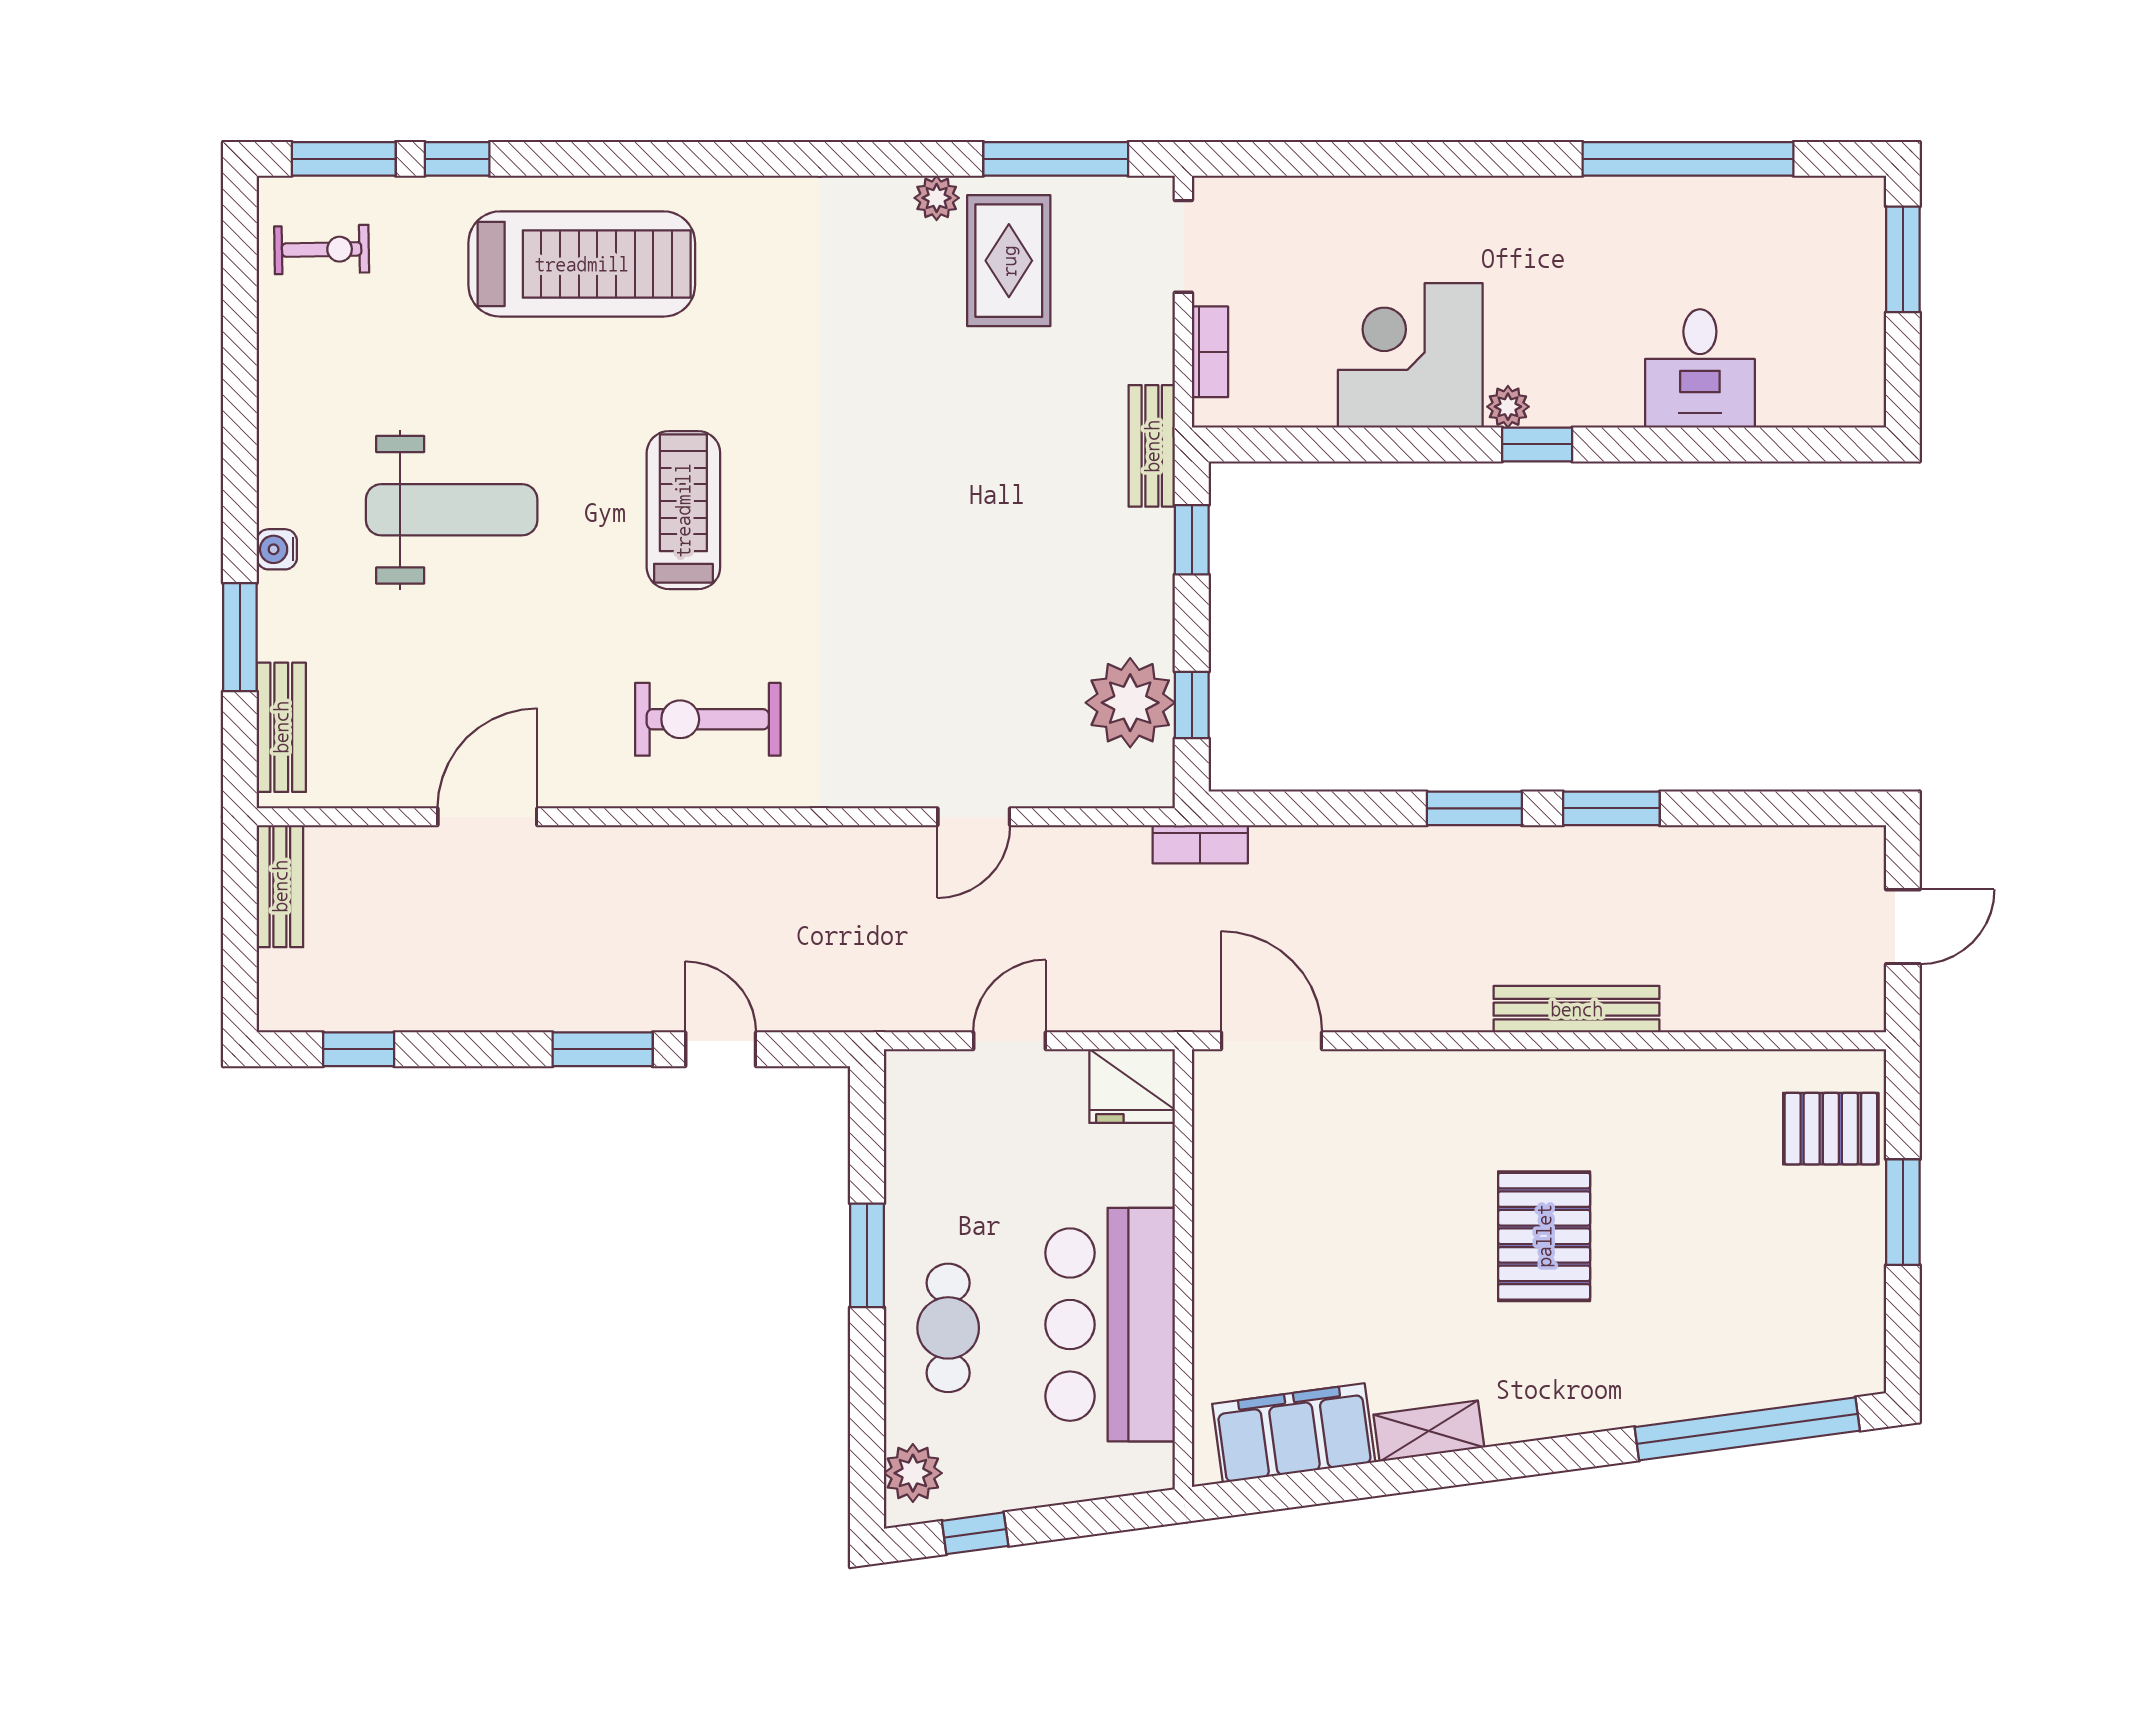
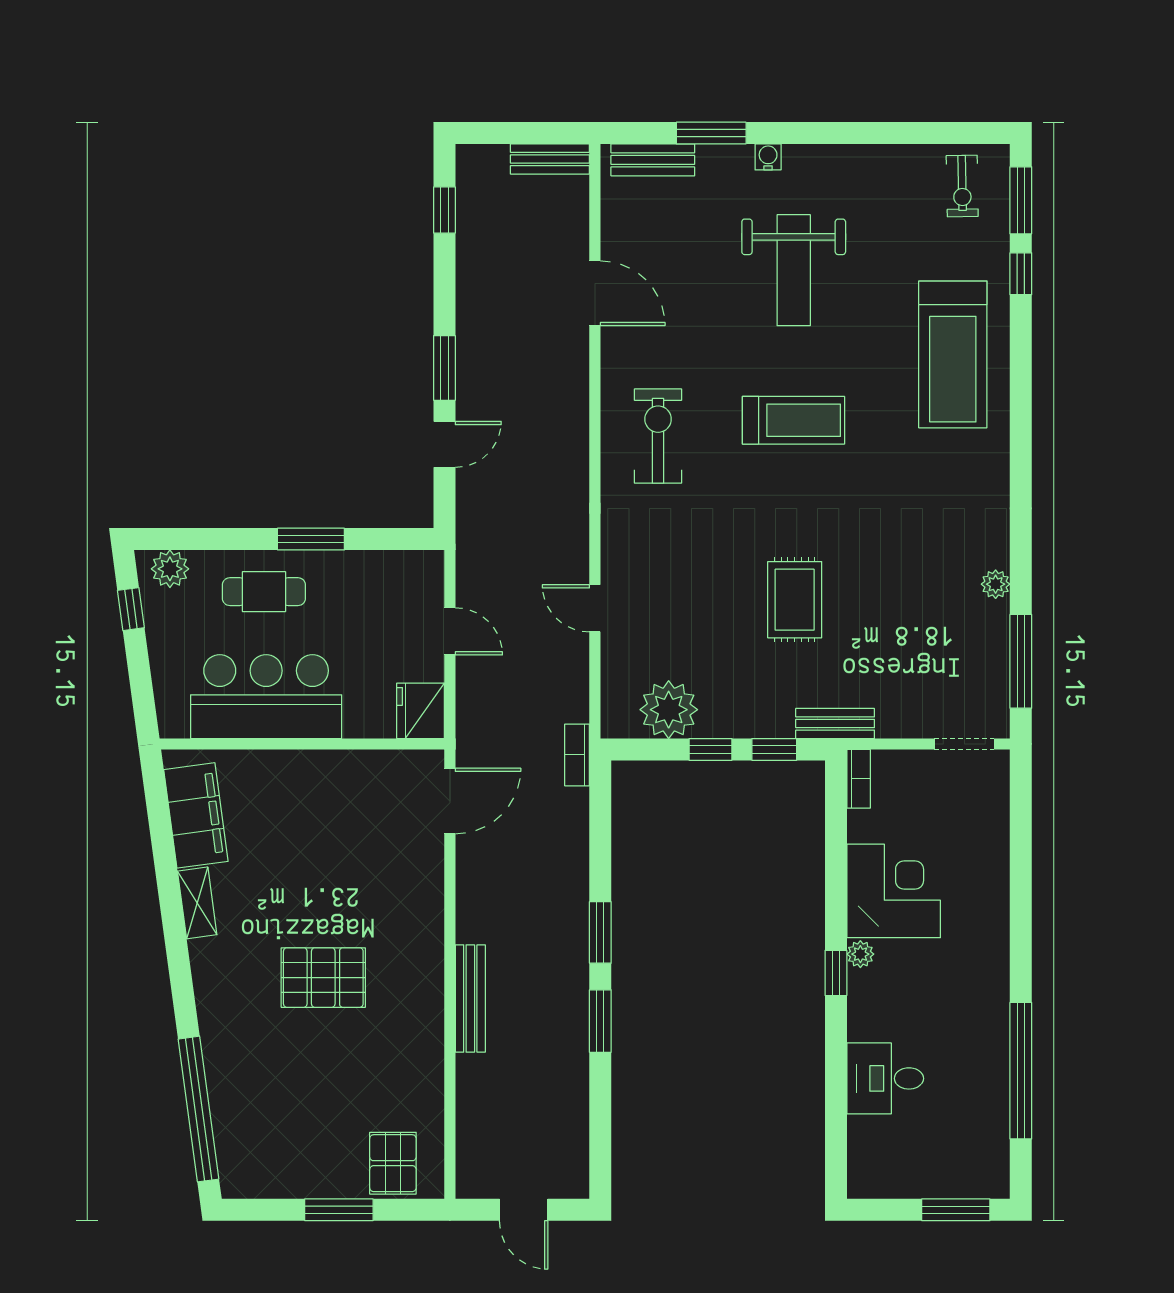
rug: (1009, 261) -> (795, 600), moved, turned 90
bookcase: (1210, 352) -> (859, 779), moved, turned -90
window: (1192, 705) -> (710, 749), moved

